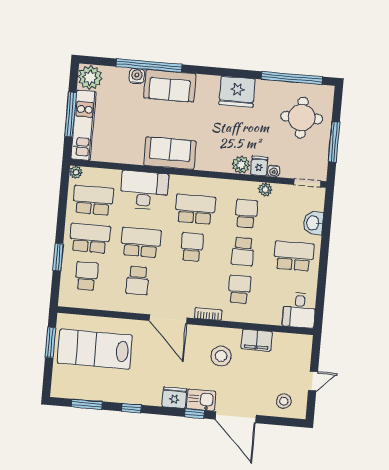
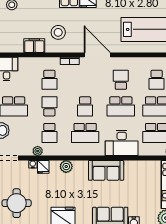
plant: (241, 165) -> (66, 167), moved

